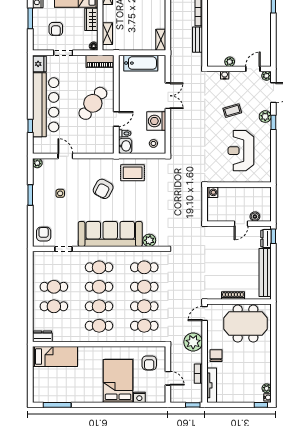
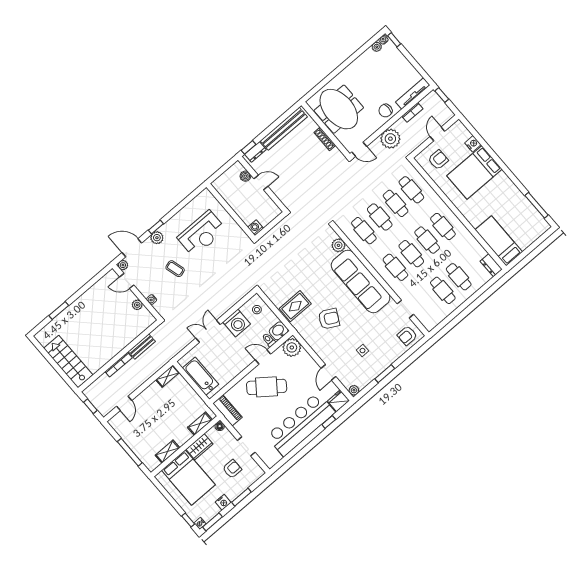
fridge: (39, 64) -> (338, 401), moved
plant: (105, 145) -> (292, 347), added
rug: (133, 173) -> (295, 306), turned 90

